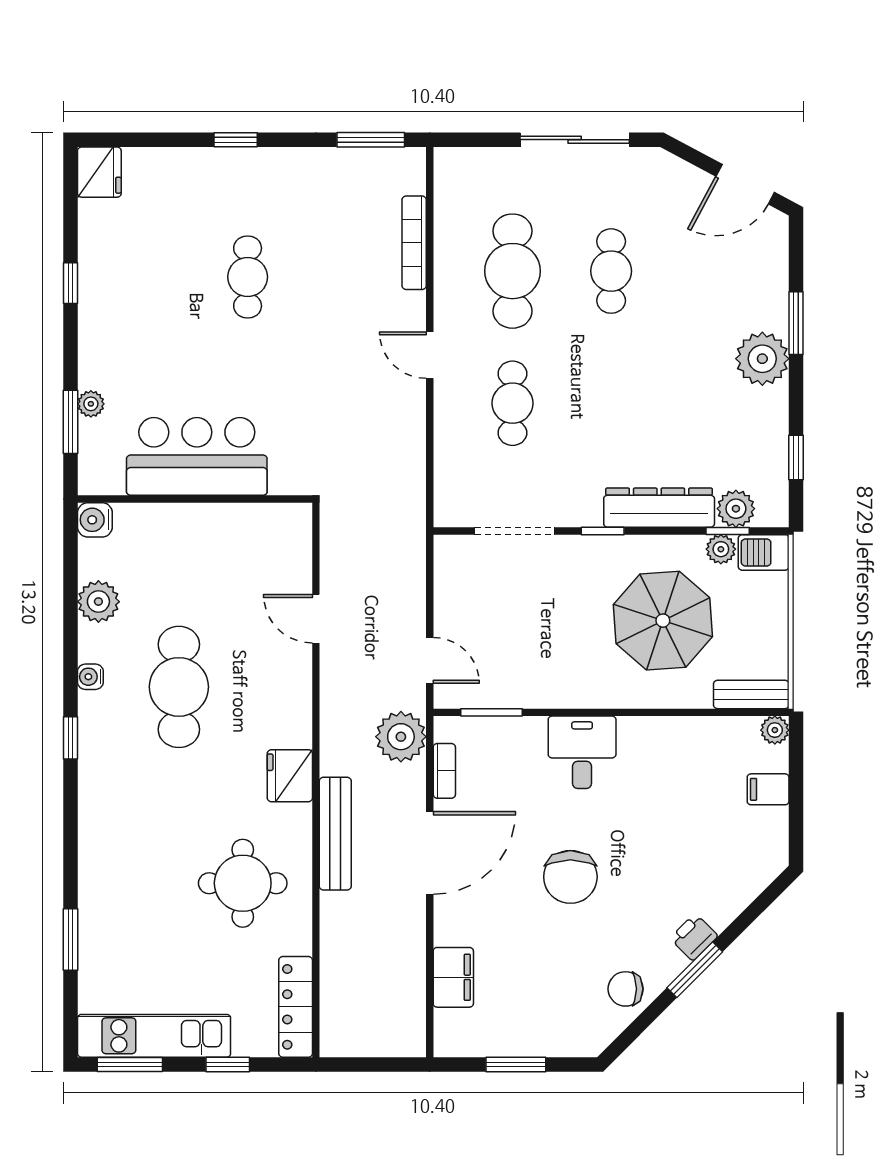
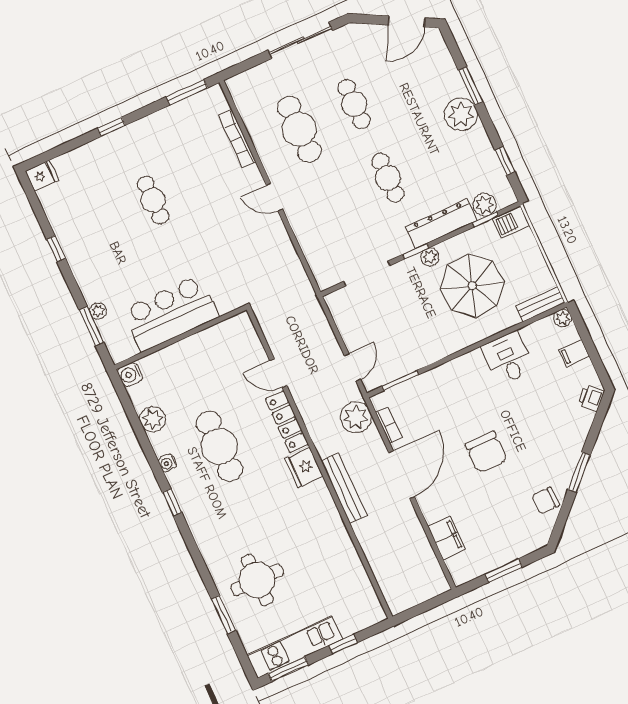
fridge: (99, 172) -> (42, 176), width x0.72
cafe table: (512, 403) -> (388, 178), moved
plant: (721, 549) -> (430, 257), moved
door: (430, 660) -> (352, 367), hinge flipped
desk: (582, 752) -> (508, 358), moved
round table: (243, 883) -> (257, 580), moved
printer: (694, 937) -> (591, 398), moved
locker: (296, 1007) -> (287, 422), moved

